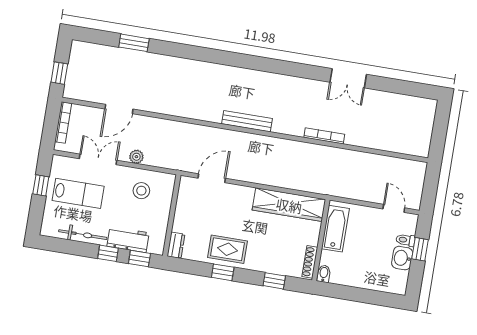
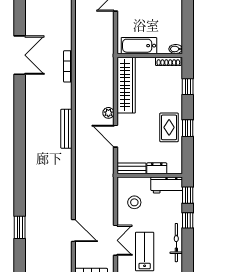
double door: (348, 78) -> (20, 55), width x1.37
plant: (136, 157) -> (108, 113), moved
double door: (98, 159) -> (116, 240), swing flipped
door: (212, 178) -> (116, 136), moved
bench: (184, 194) -> (131, 168), added
workbench: (128, 239) -> (167, 185), moved, turned -90
dresser: (176, 245) -> (157, 168), moved

